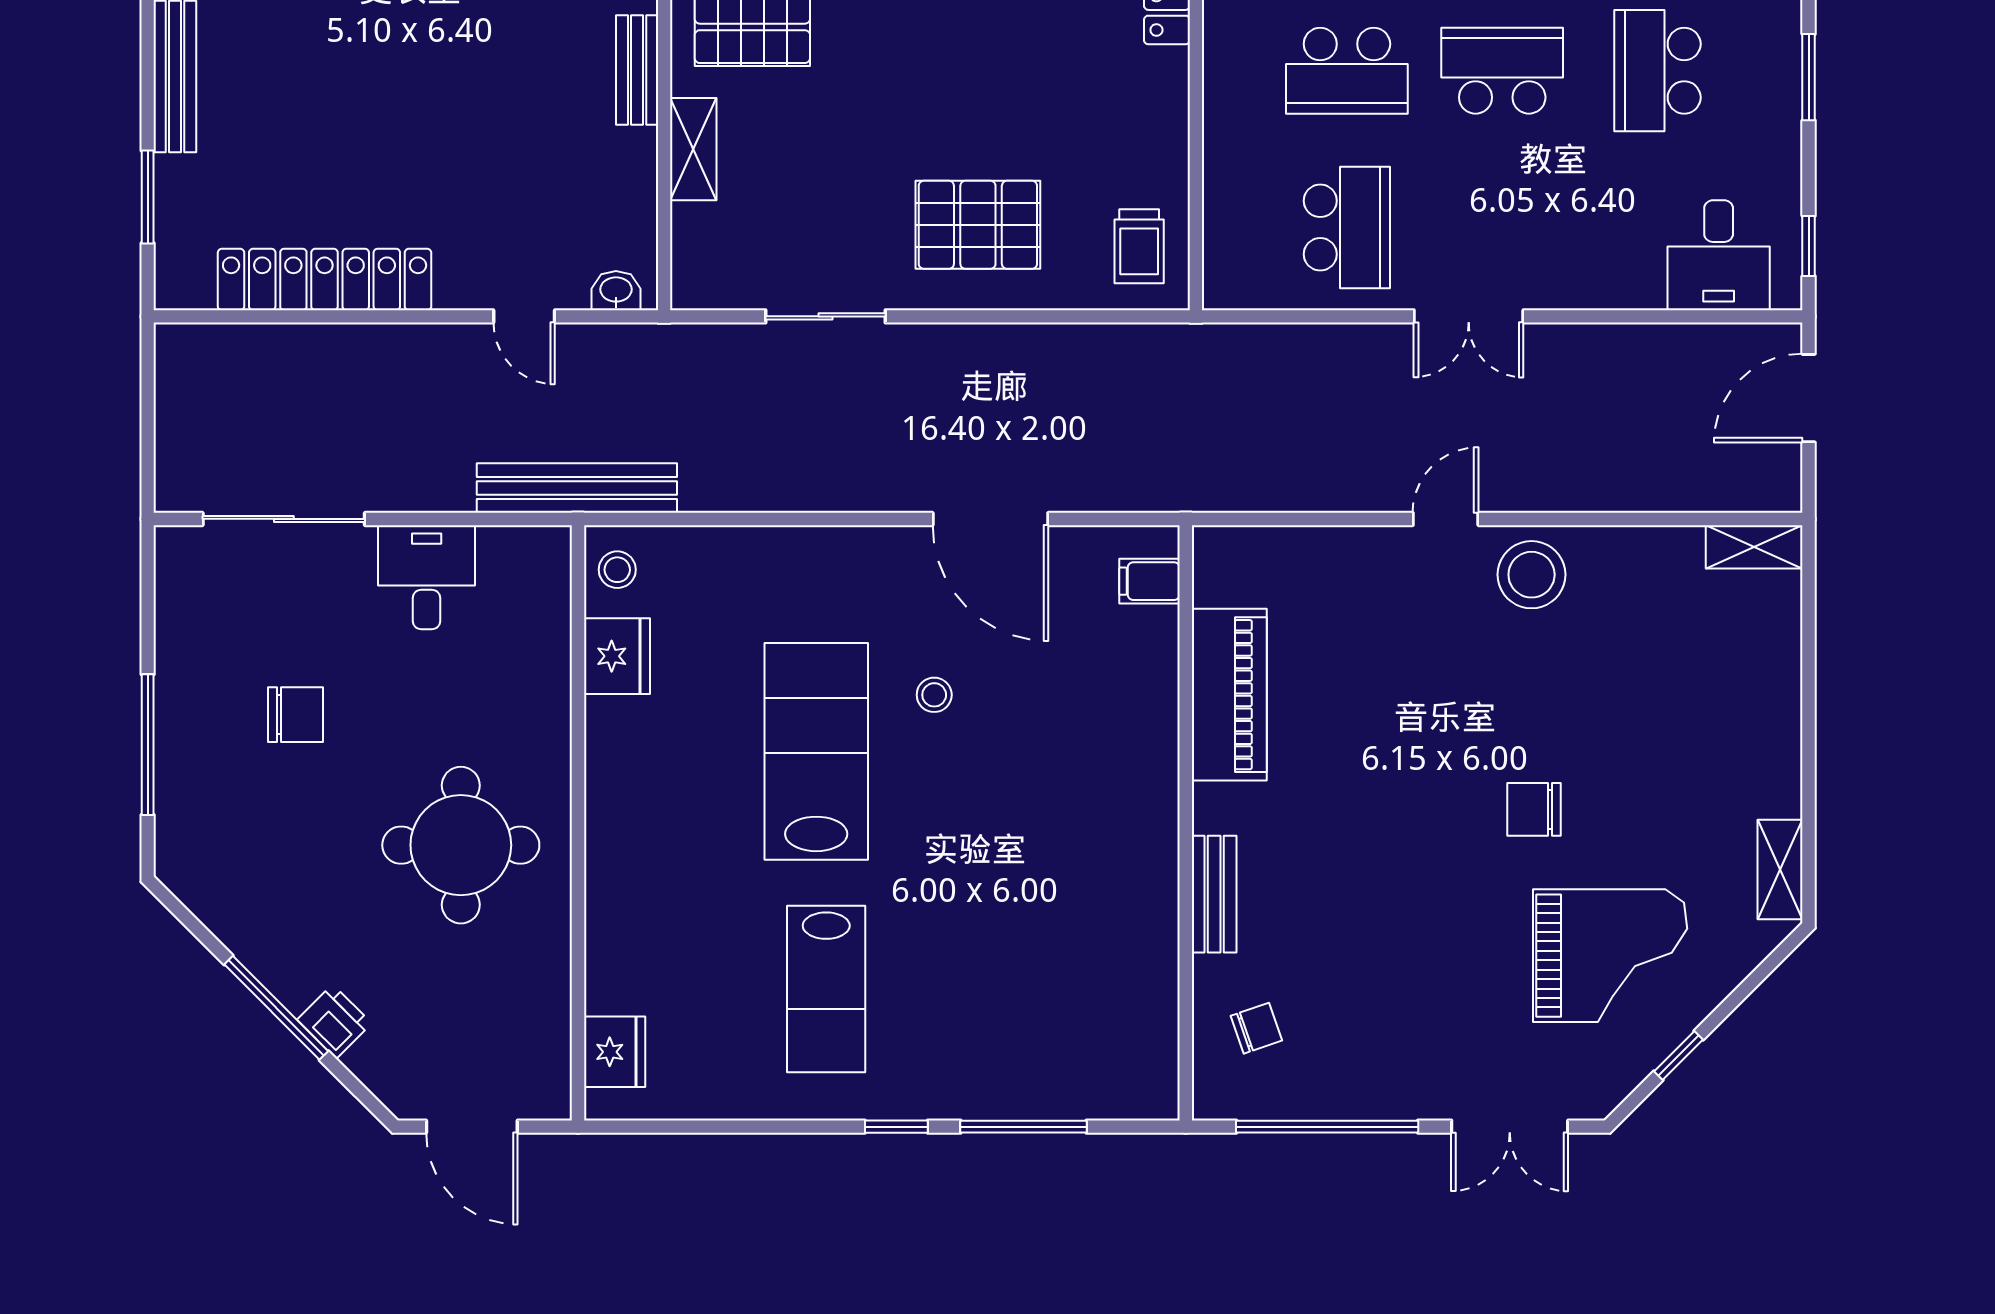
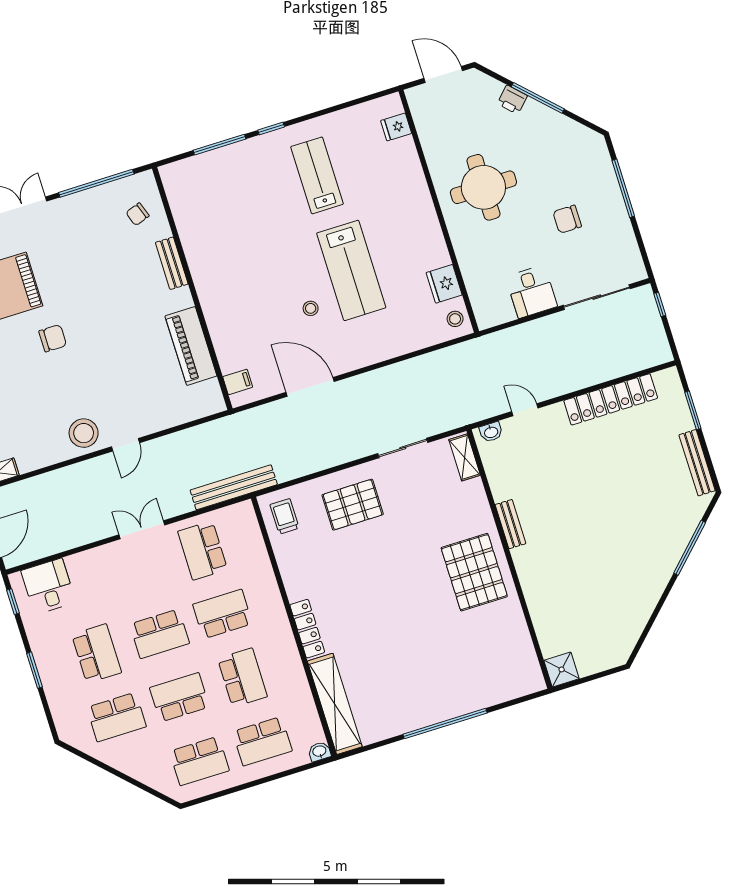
shelving: (693, 149) -> (465, 457), moved
window: (148, 458) -> (660, 304), added
bench: (577, 488) -> (234, 487), moved
fridge: (615, 1052) -> (396, 127), width x0.72

